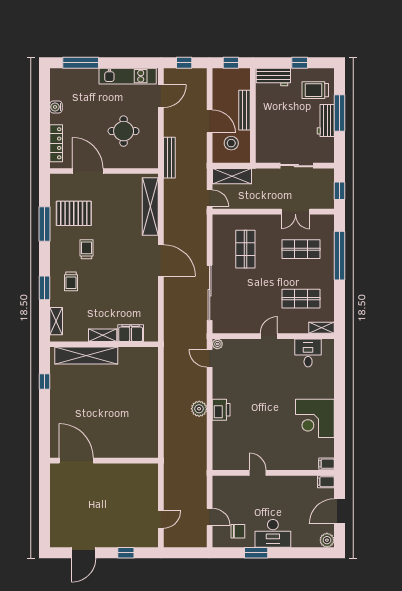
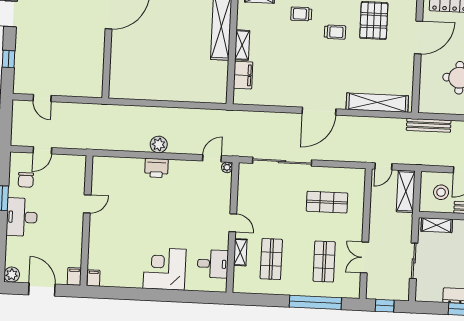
shelving: (262, 146) -> (437, 225), added
shelving: (322, 328) -> (240, 252), moved
corner desk: (315, 418) -> (165, 269), moved

